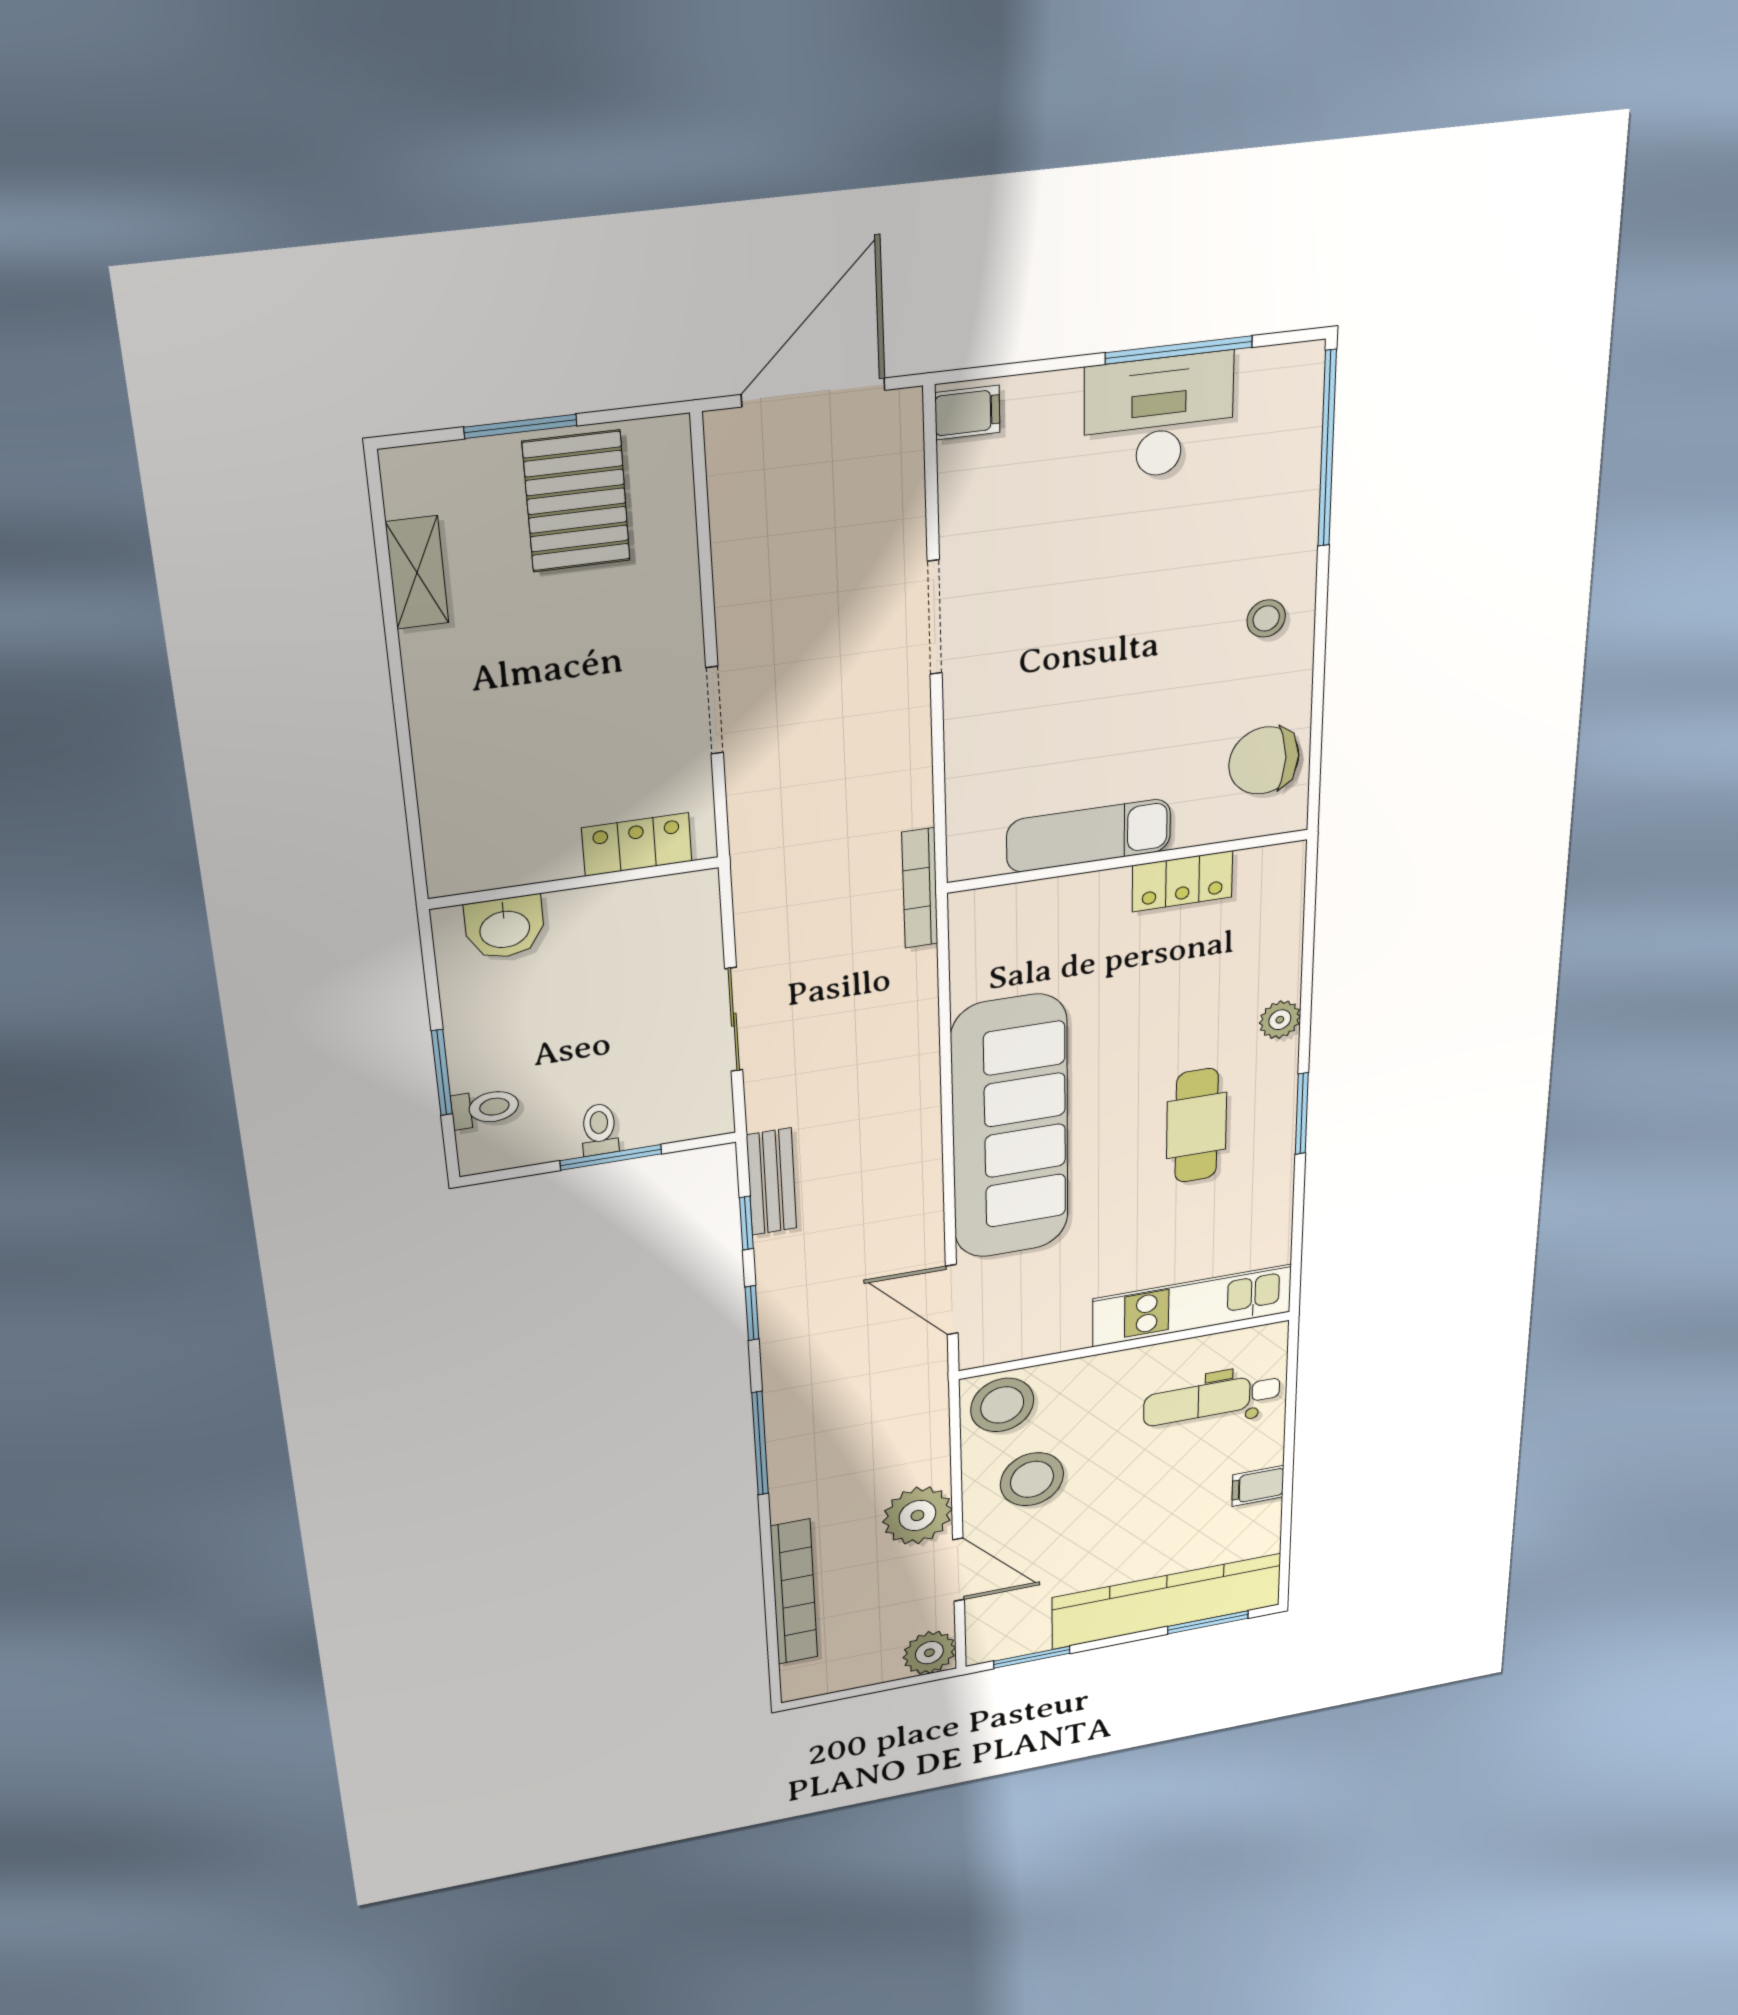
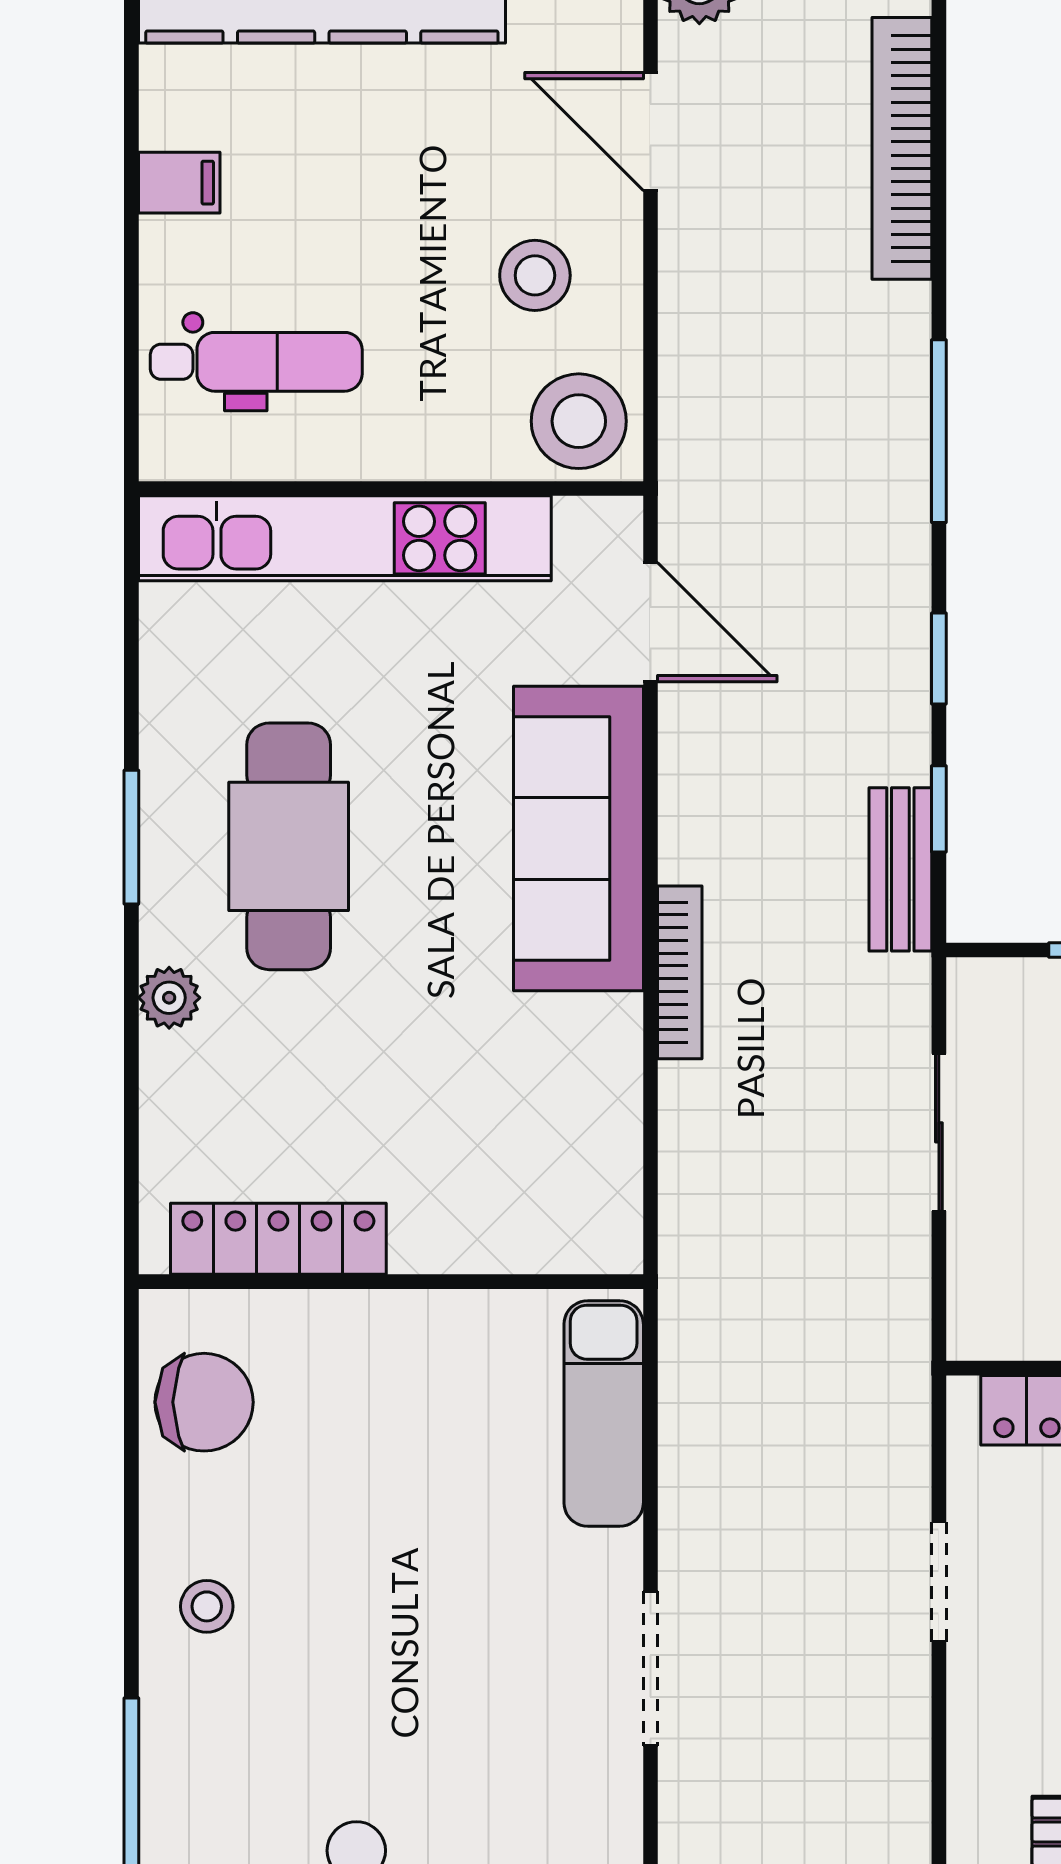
exam couch: (1089, 836) -> (604, 1414), moved, turned 90
locker: (1182, 881) -> (278, 1239), width x1.53
bookcase: (920, 888) -> (680, 972), moved
cafe table: (1197, 1126) -> (289, 846), width x1.37, depth x1.35
sofa: (1010, 1128) -> (578, 838), width x0.74, depth x0.79
kitchen unit: (1192, 1305) -> (345, 538), width x1.36
stool: (1032, 1479) -> (535, 275), width x0.73, depth x0.73
plant: (917, 1515) -> (711, 248), removed

